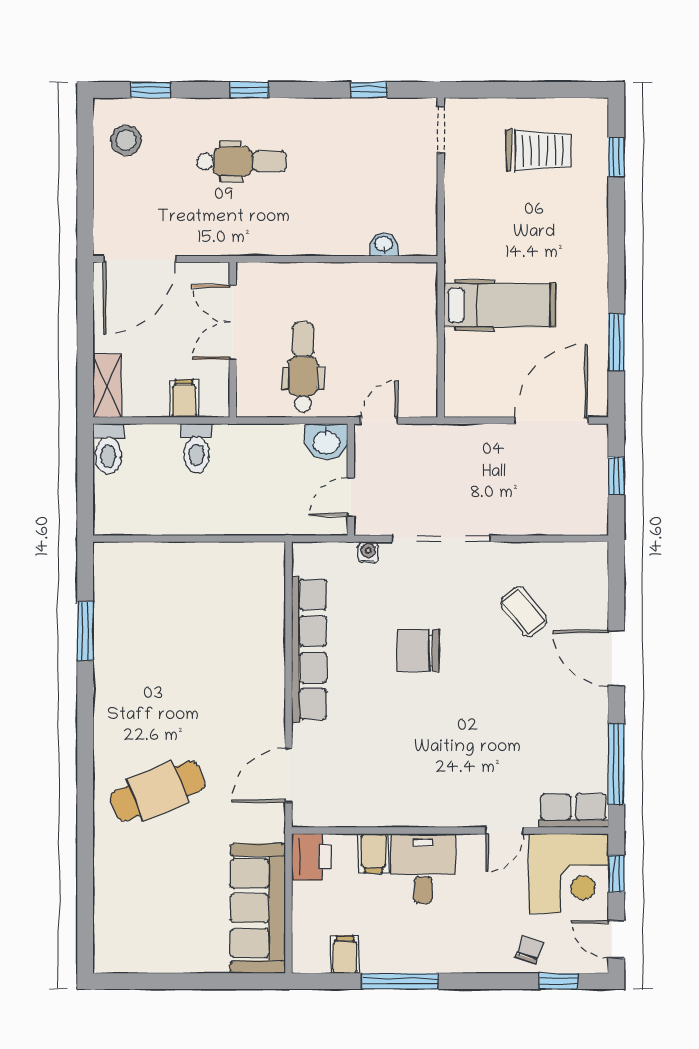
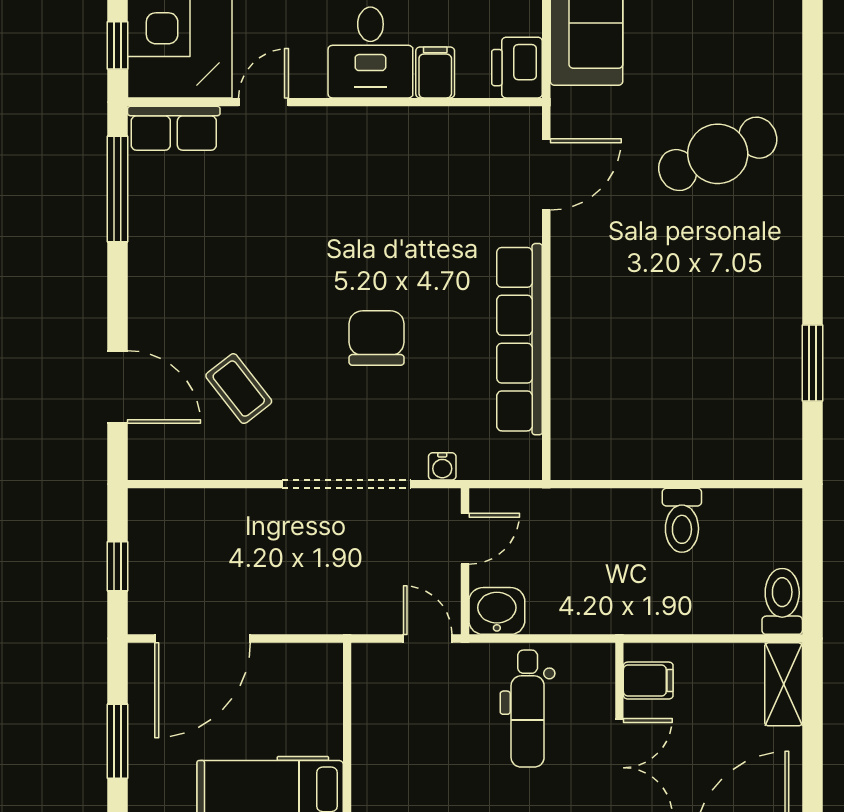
filing cabinet: (184, 399) -> (648, 681), moved, turned -90
door: (379, 421) -> (428, 639), swing flipped
toilet: (197, 448) -> (682, 520), moved, turned 180
chair: (418, 650) -> (377, 338), turned -90
door: (616, 658) -> (118, 387), moved

